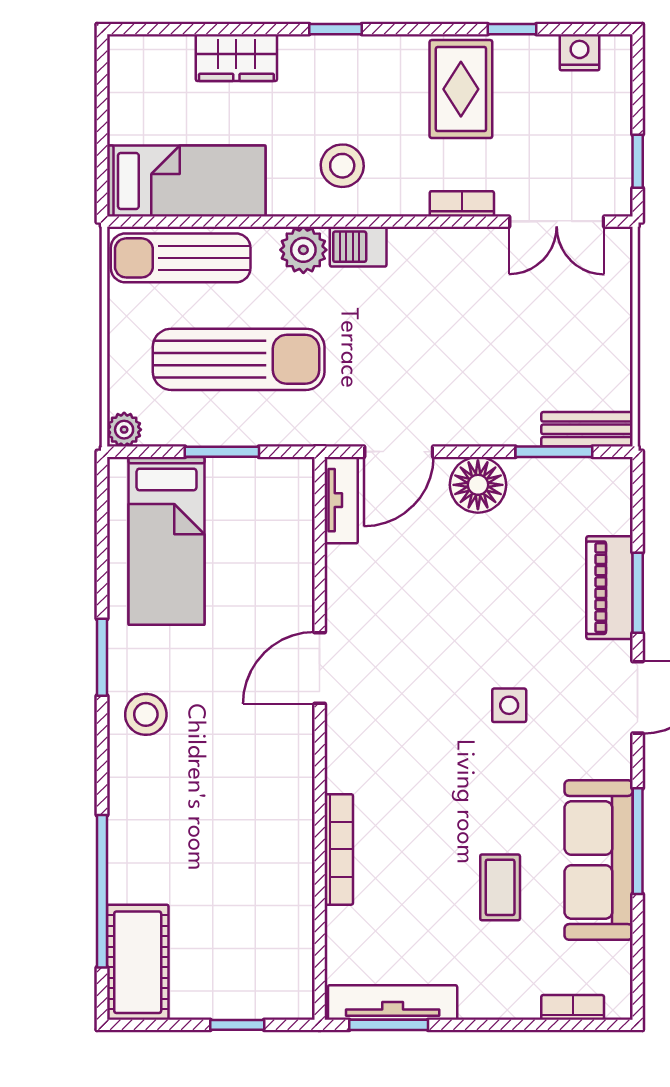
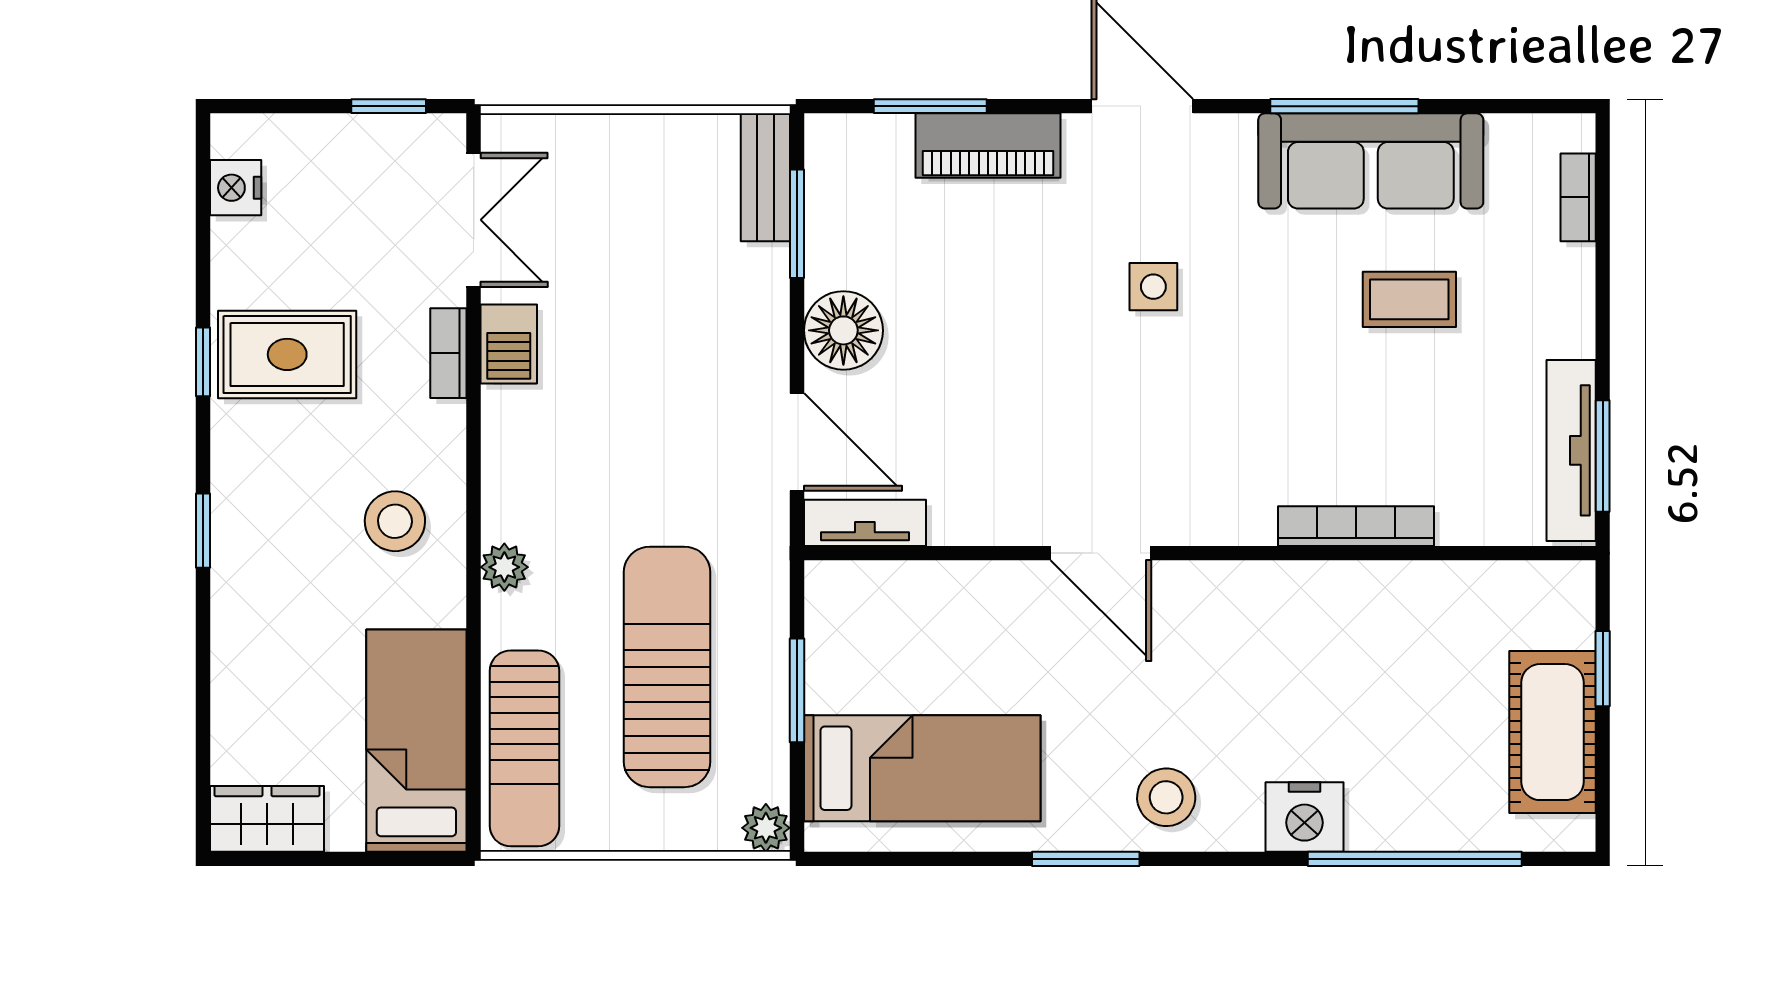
window: (512, 29) -> (203, 362), moved
wardrobe: (236, 58) -> (267, 819), moved, turned -90
barbecue: (358, 247) -> (509, 344), moved
plant: (303, 250) -> (504, 567), width x0.73, depth x0.73
window: (638, 593) -> (930, 106), moved
nightstand: (132, 813) -> (1305, 817), added
cot: (138, 962) -> (1552, 732), moved, turned 90

